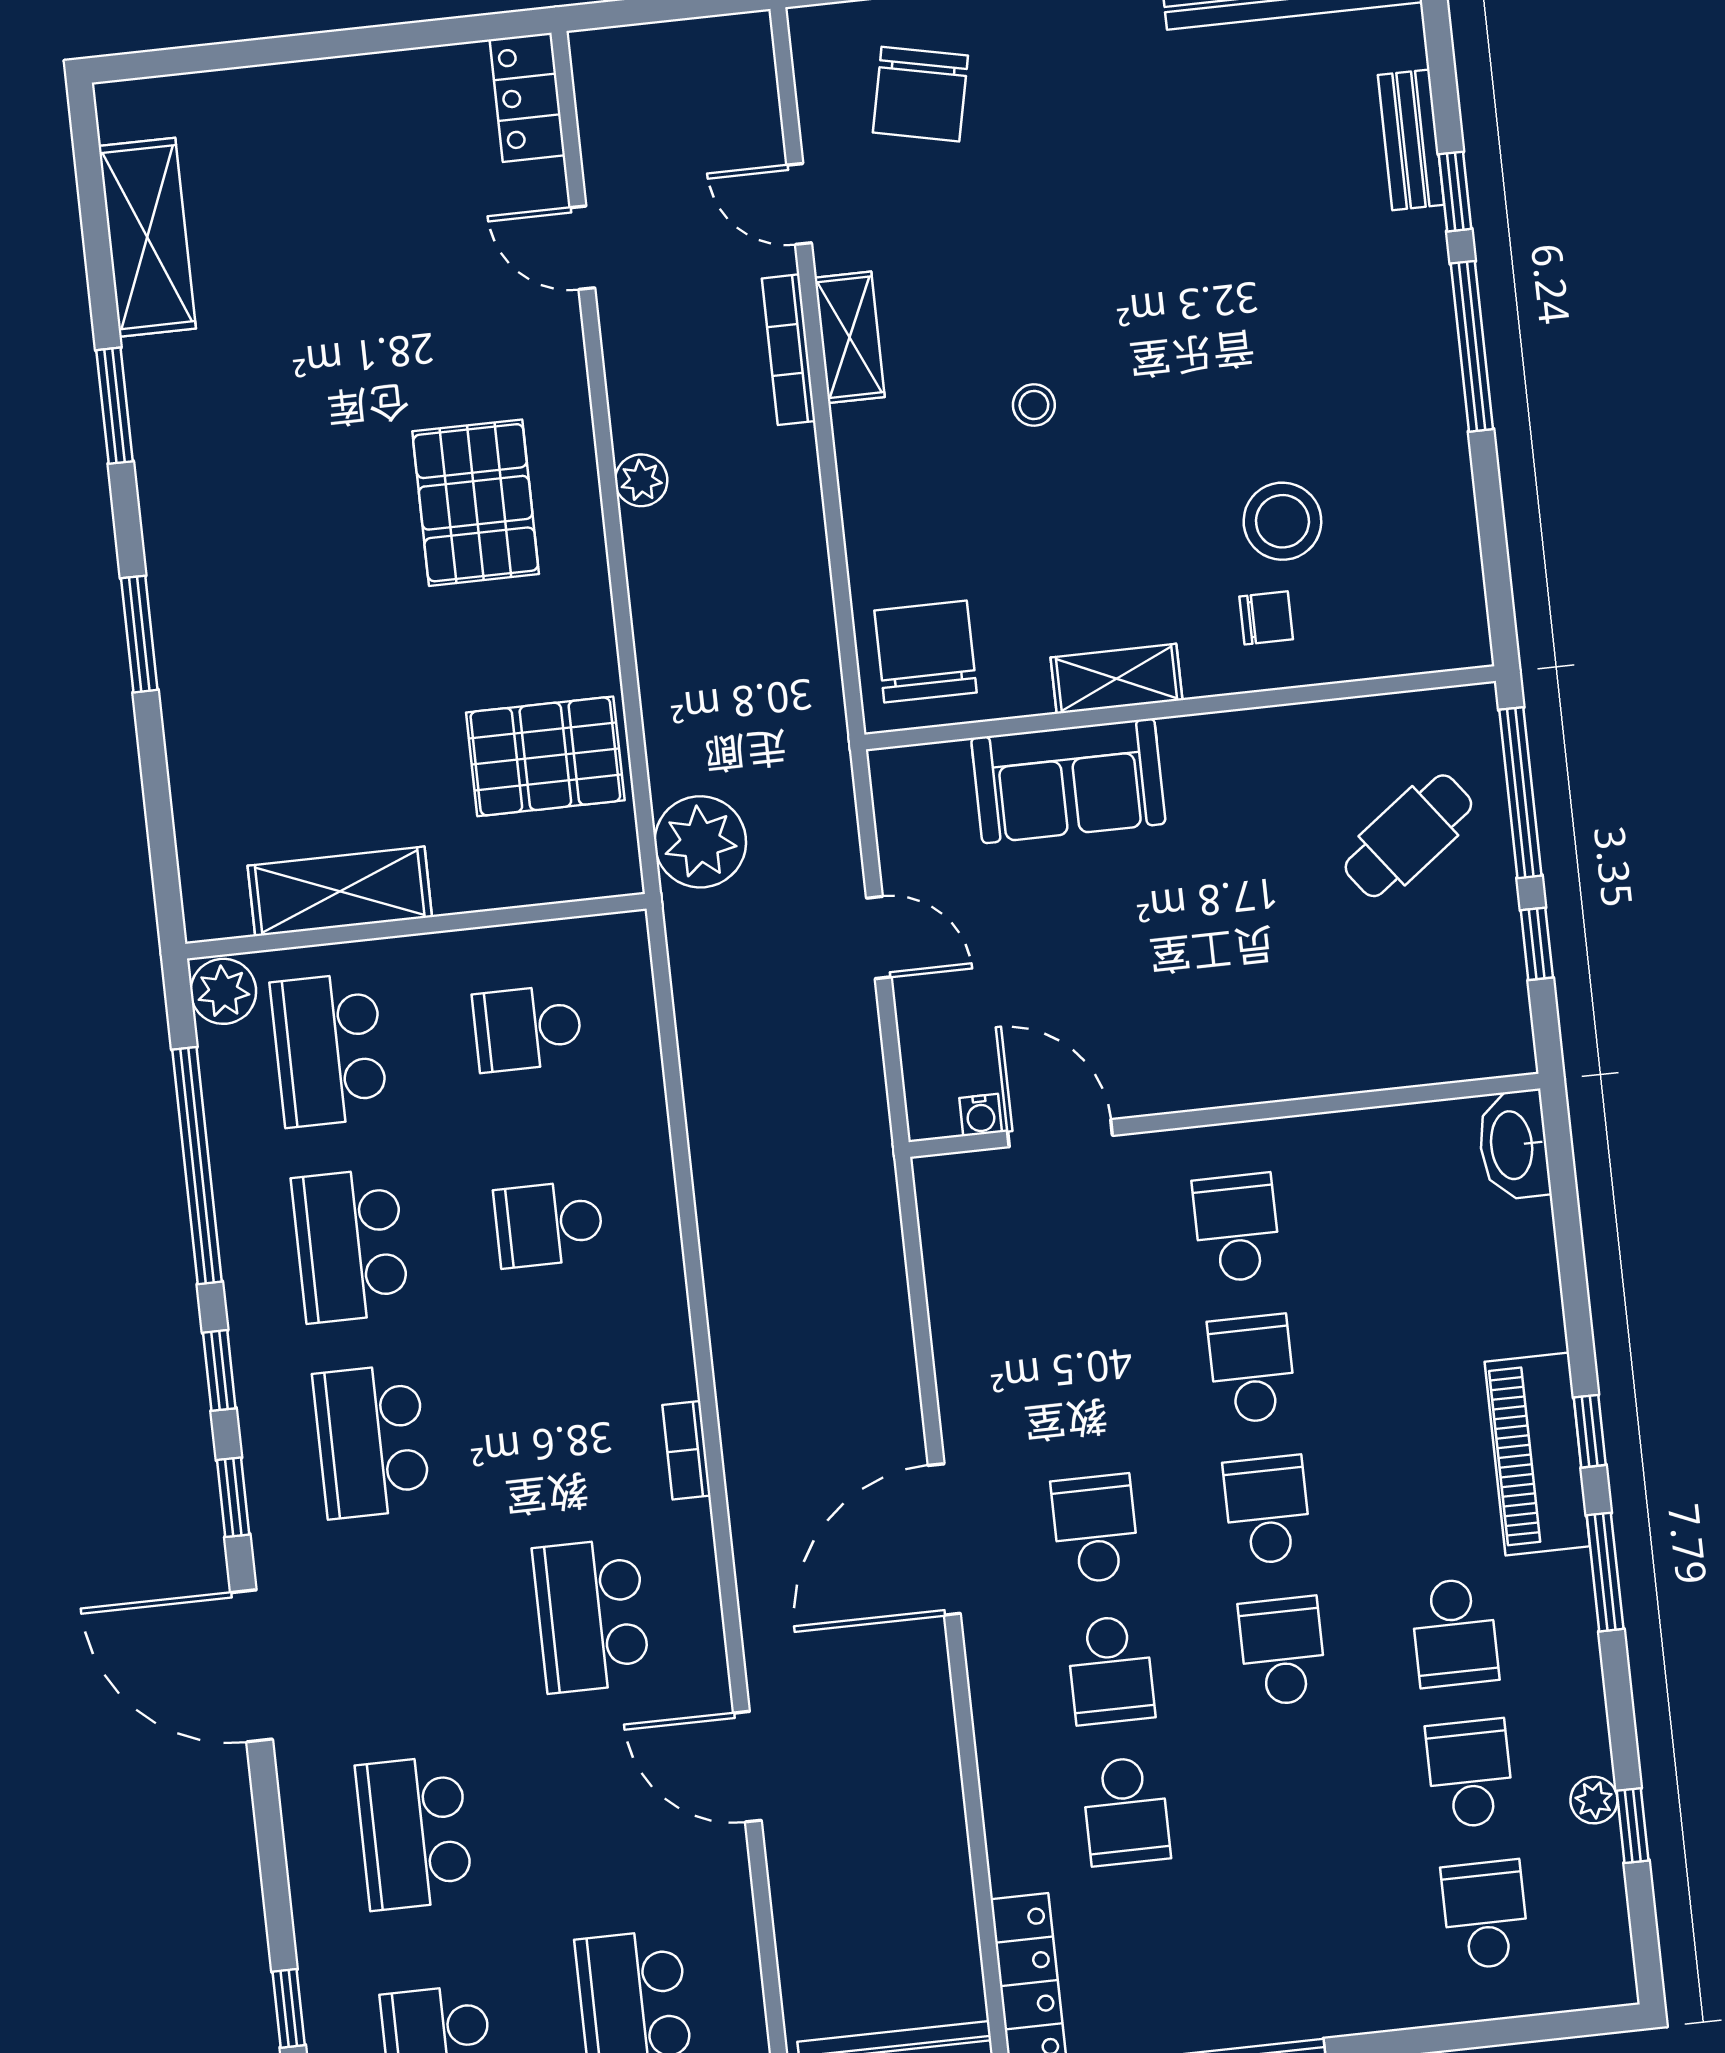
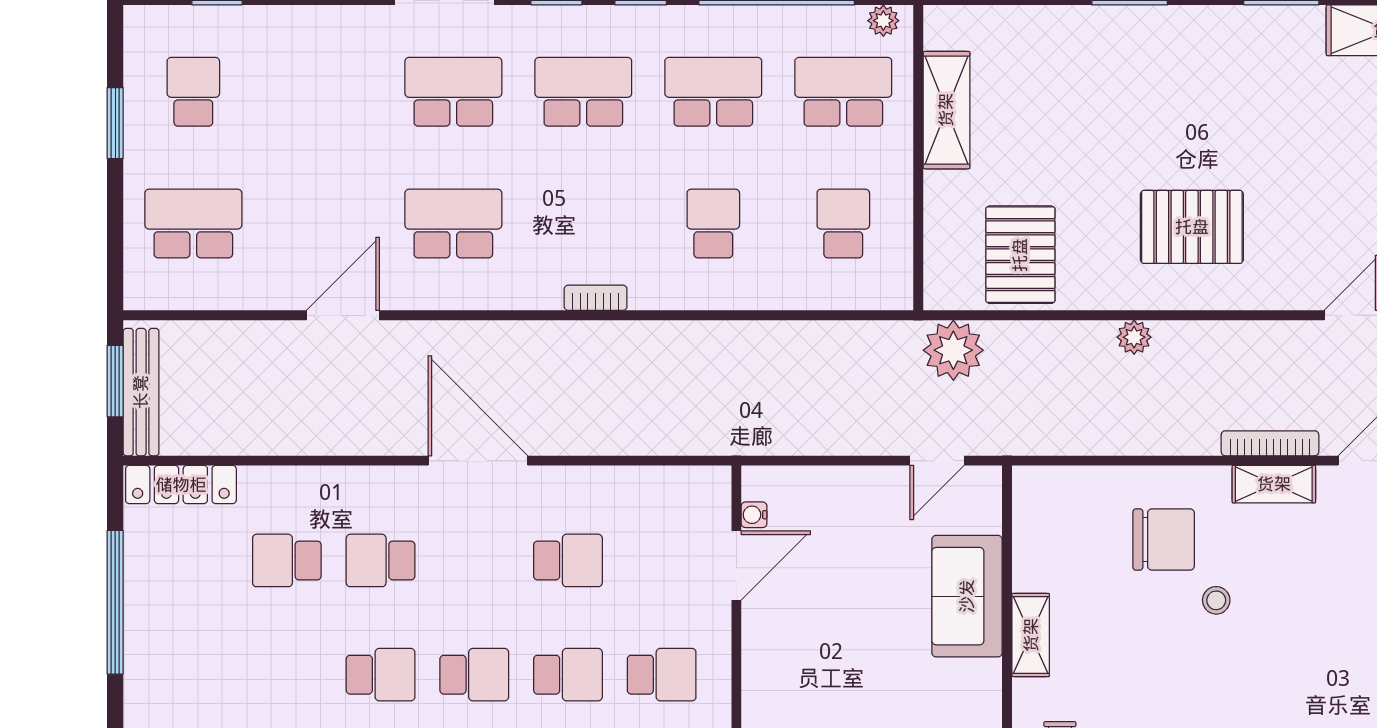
plant: (641, 480) -> (1134, 337), moved
chair: (926, 652) -> (1164, 540), moved
door: (879, 938) -> (937, 461), moved
plant: (223, 991) -> (883, 21), width x0.73, depth x0.73
bookcase: (686, 1450) -> (596, 298), moved
school desk: (1095, 1529) -> (568, 560), moved
school desk: (414, 1833) -> (453, 92), moved

